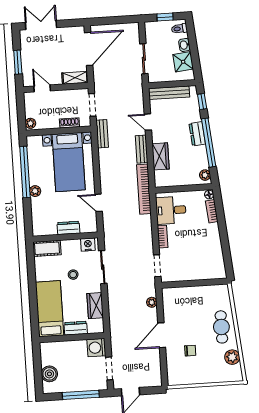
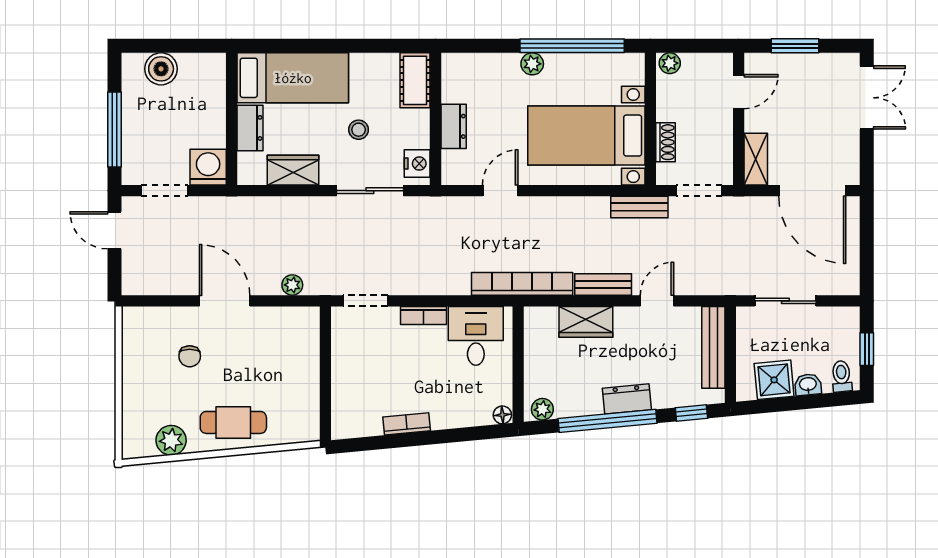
bookcase: (212, 211) -> (407, 424), moved

